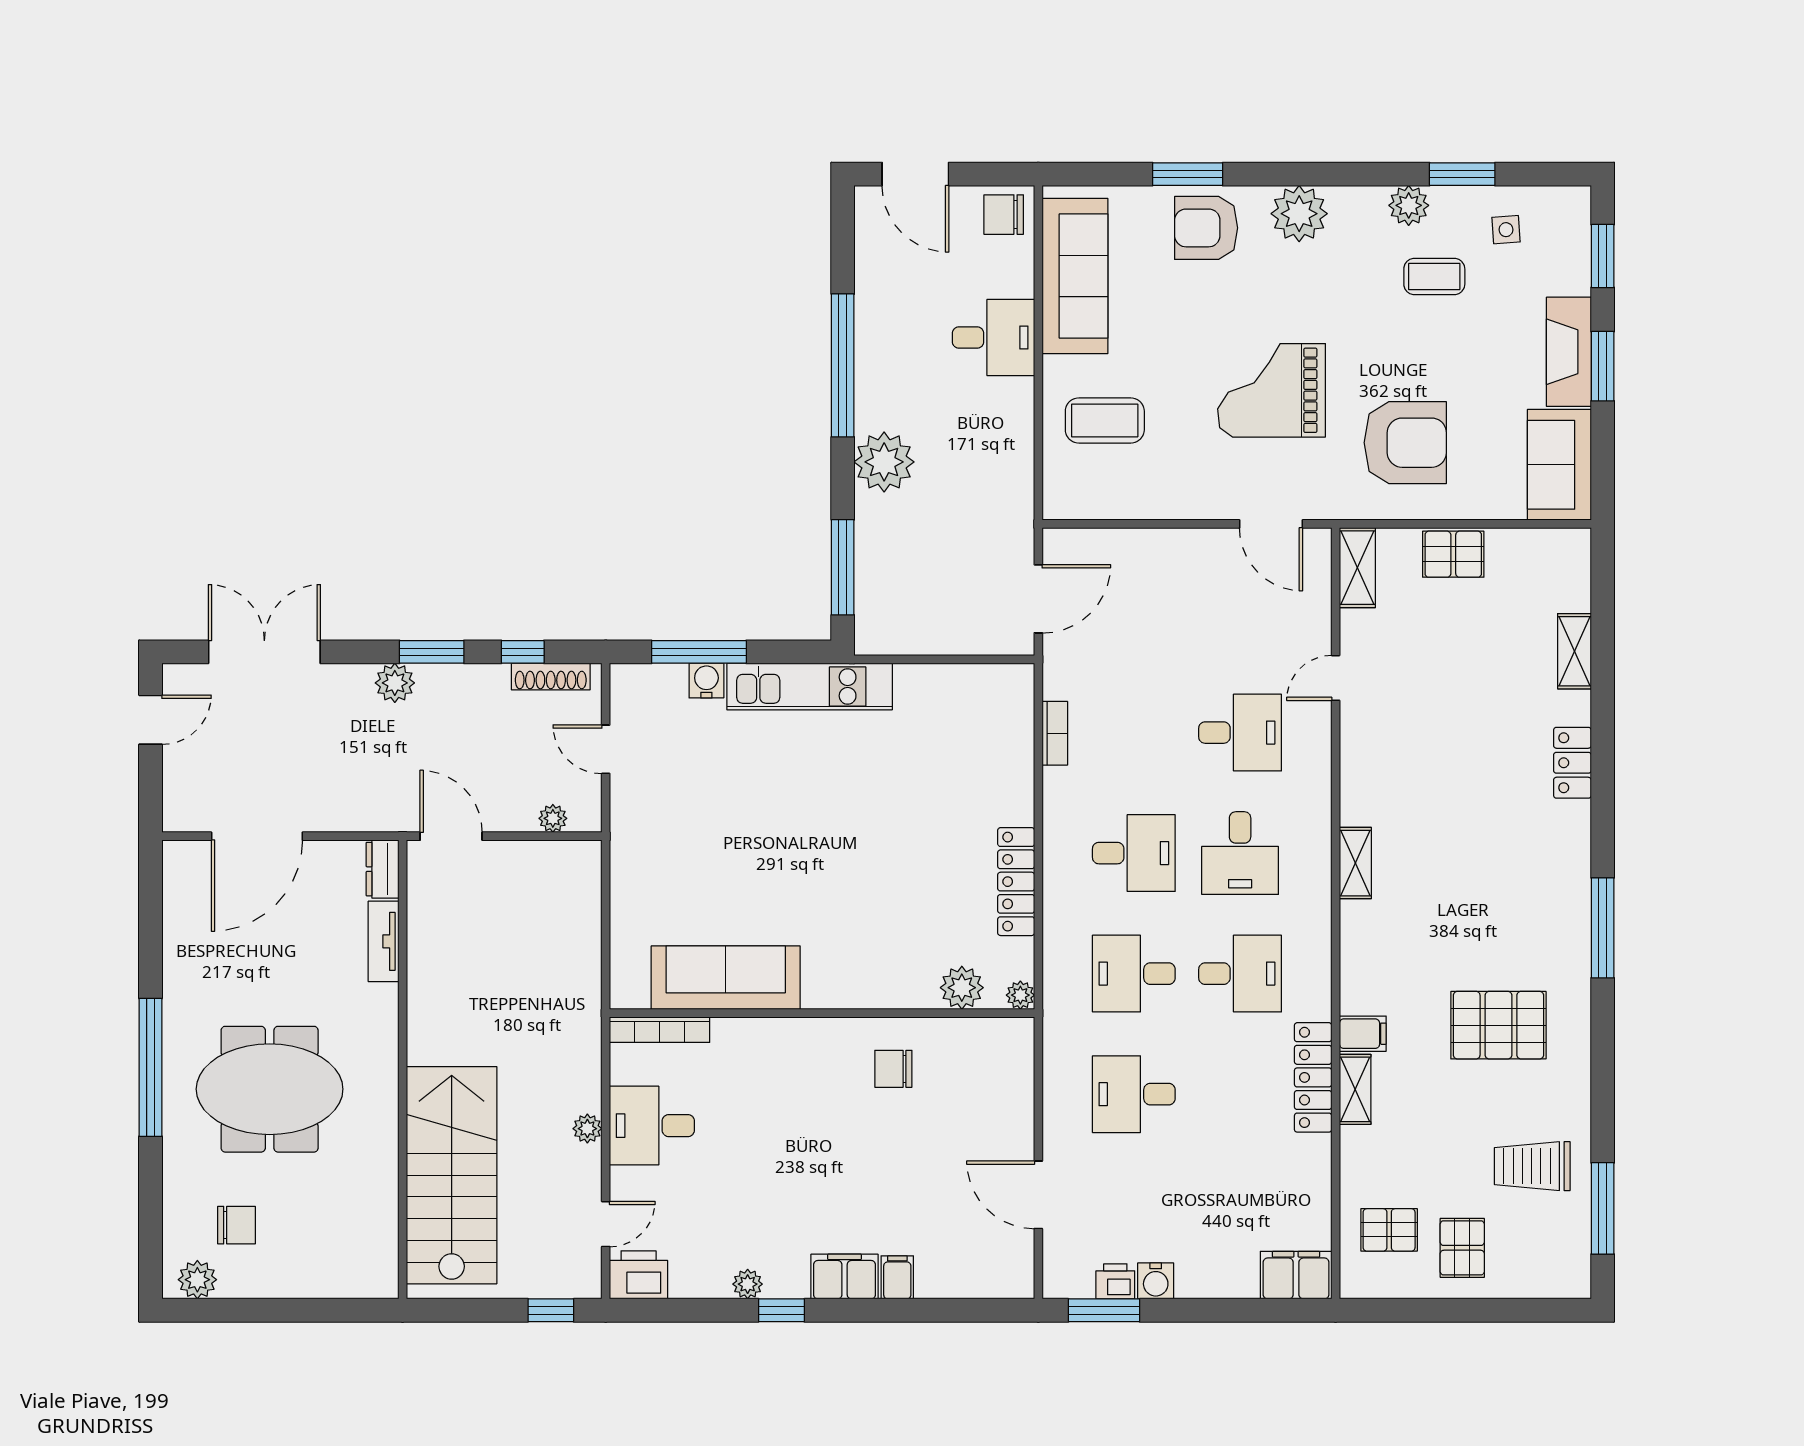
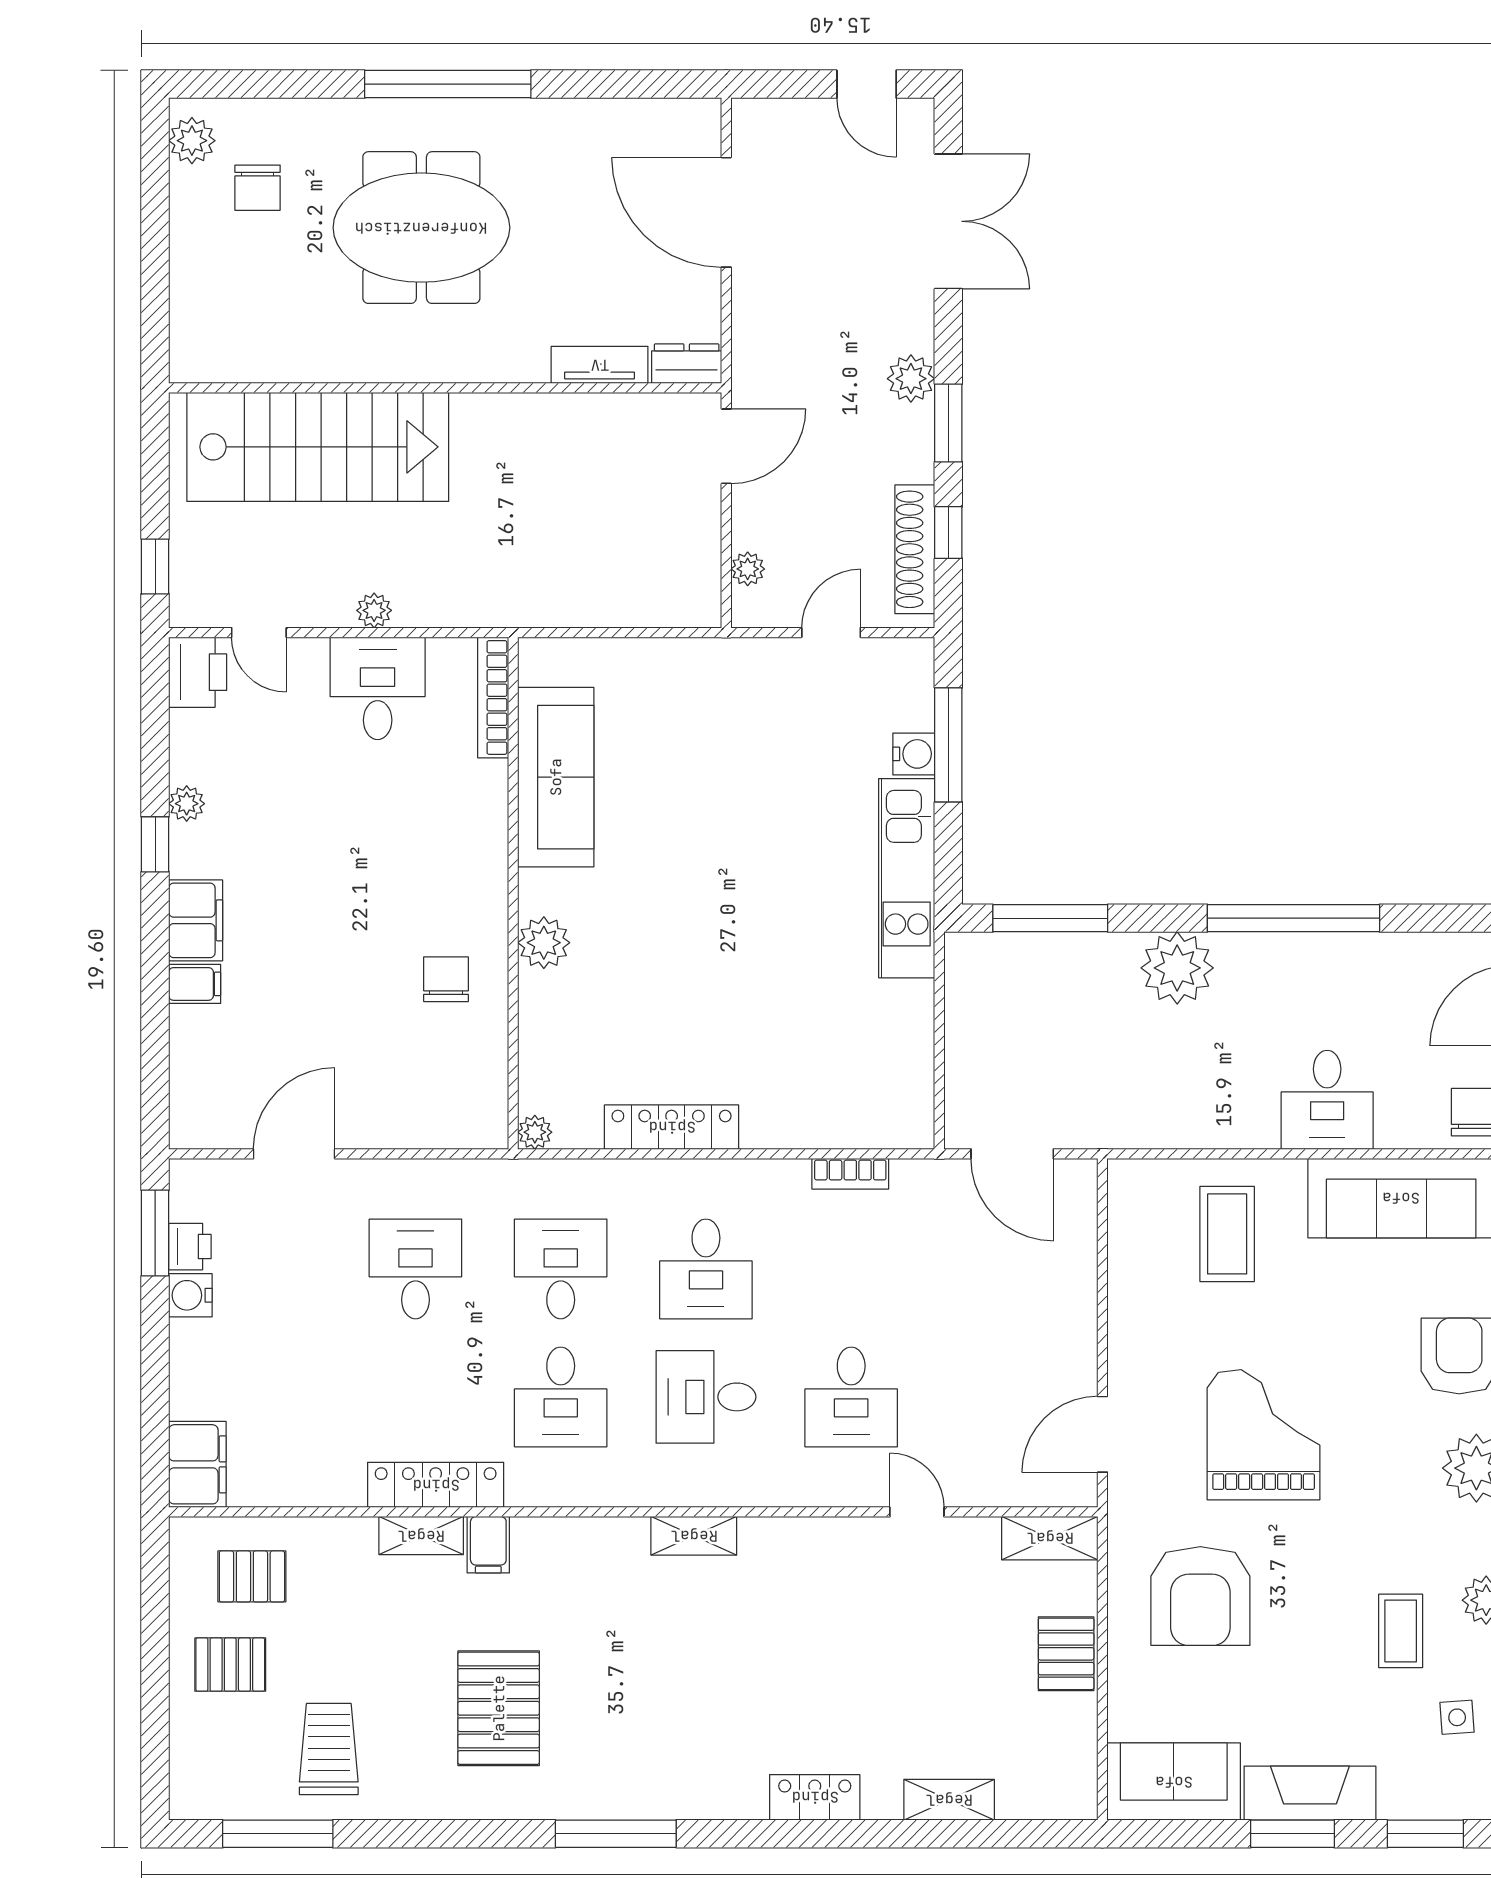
shoe rack: (551, 677) -> (915, 549), width x1.36, depth x1.24
plant: (962, 988) -> (544, 943), moved
meeting table: (270, 1089) -> (421, 228), turned 90
pallet: (1389, 1230) -> (252, 1576), turned 90

